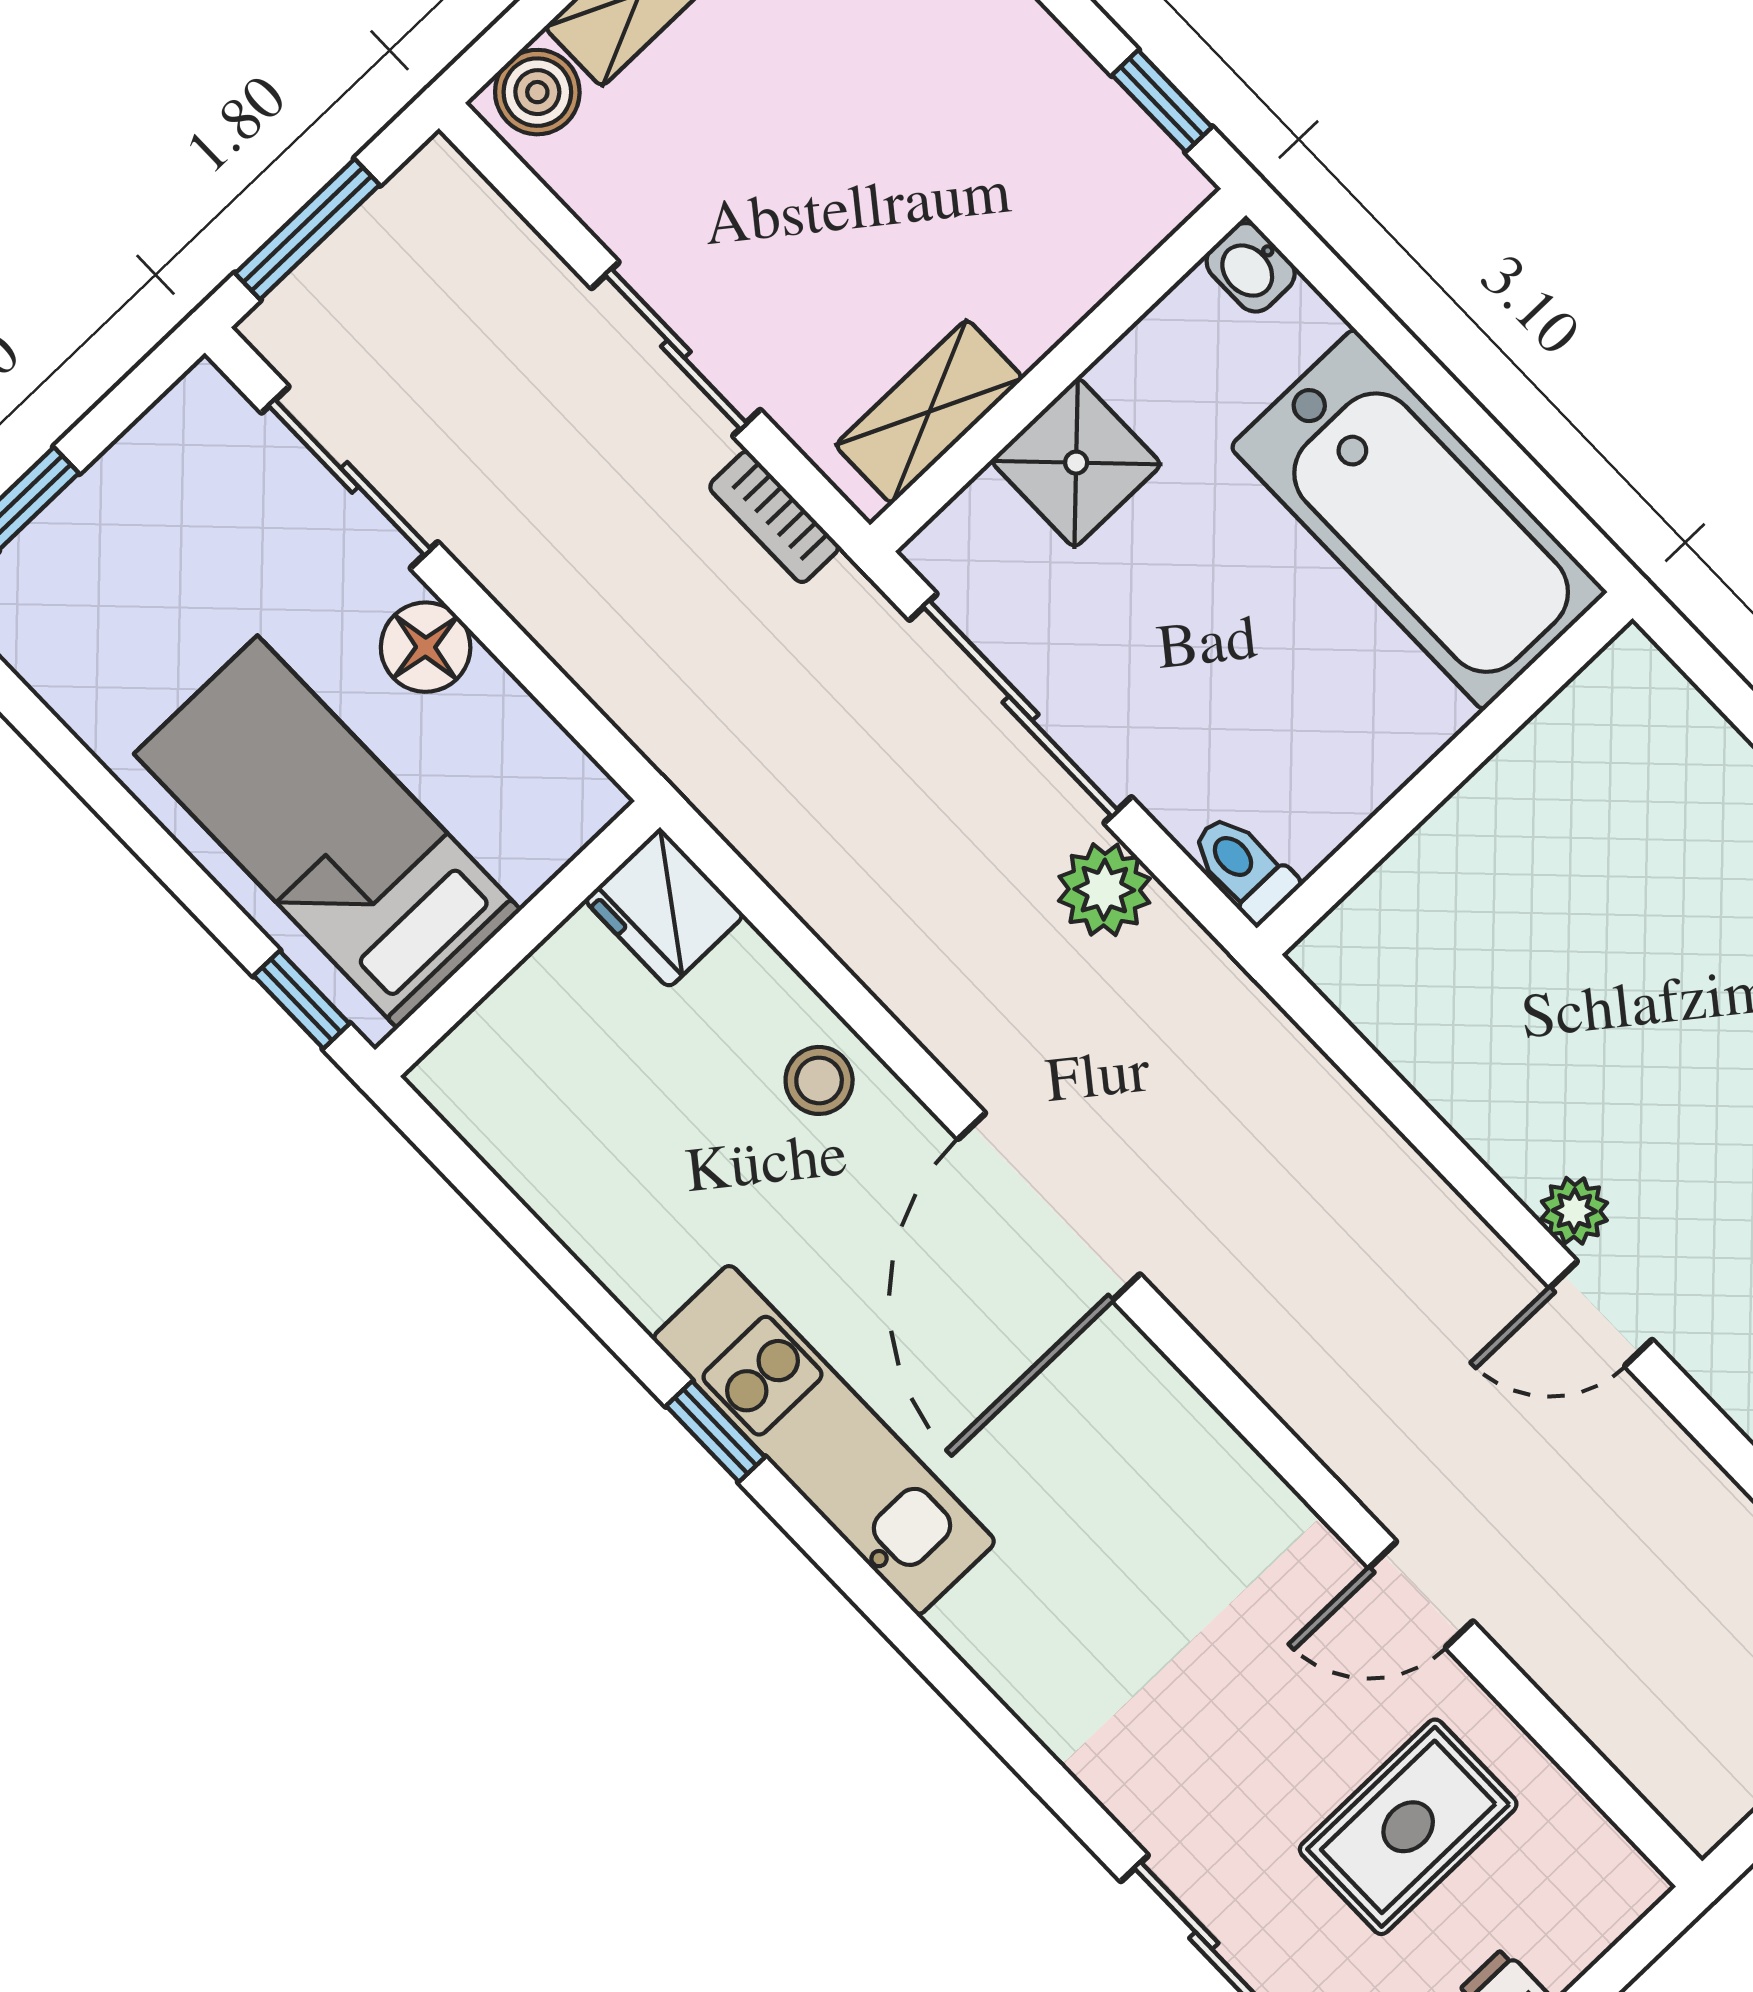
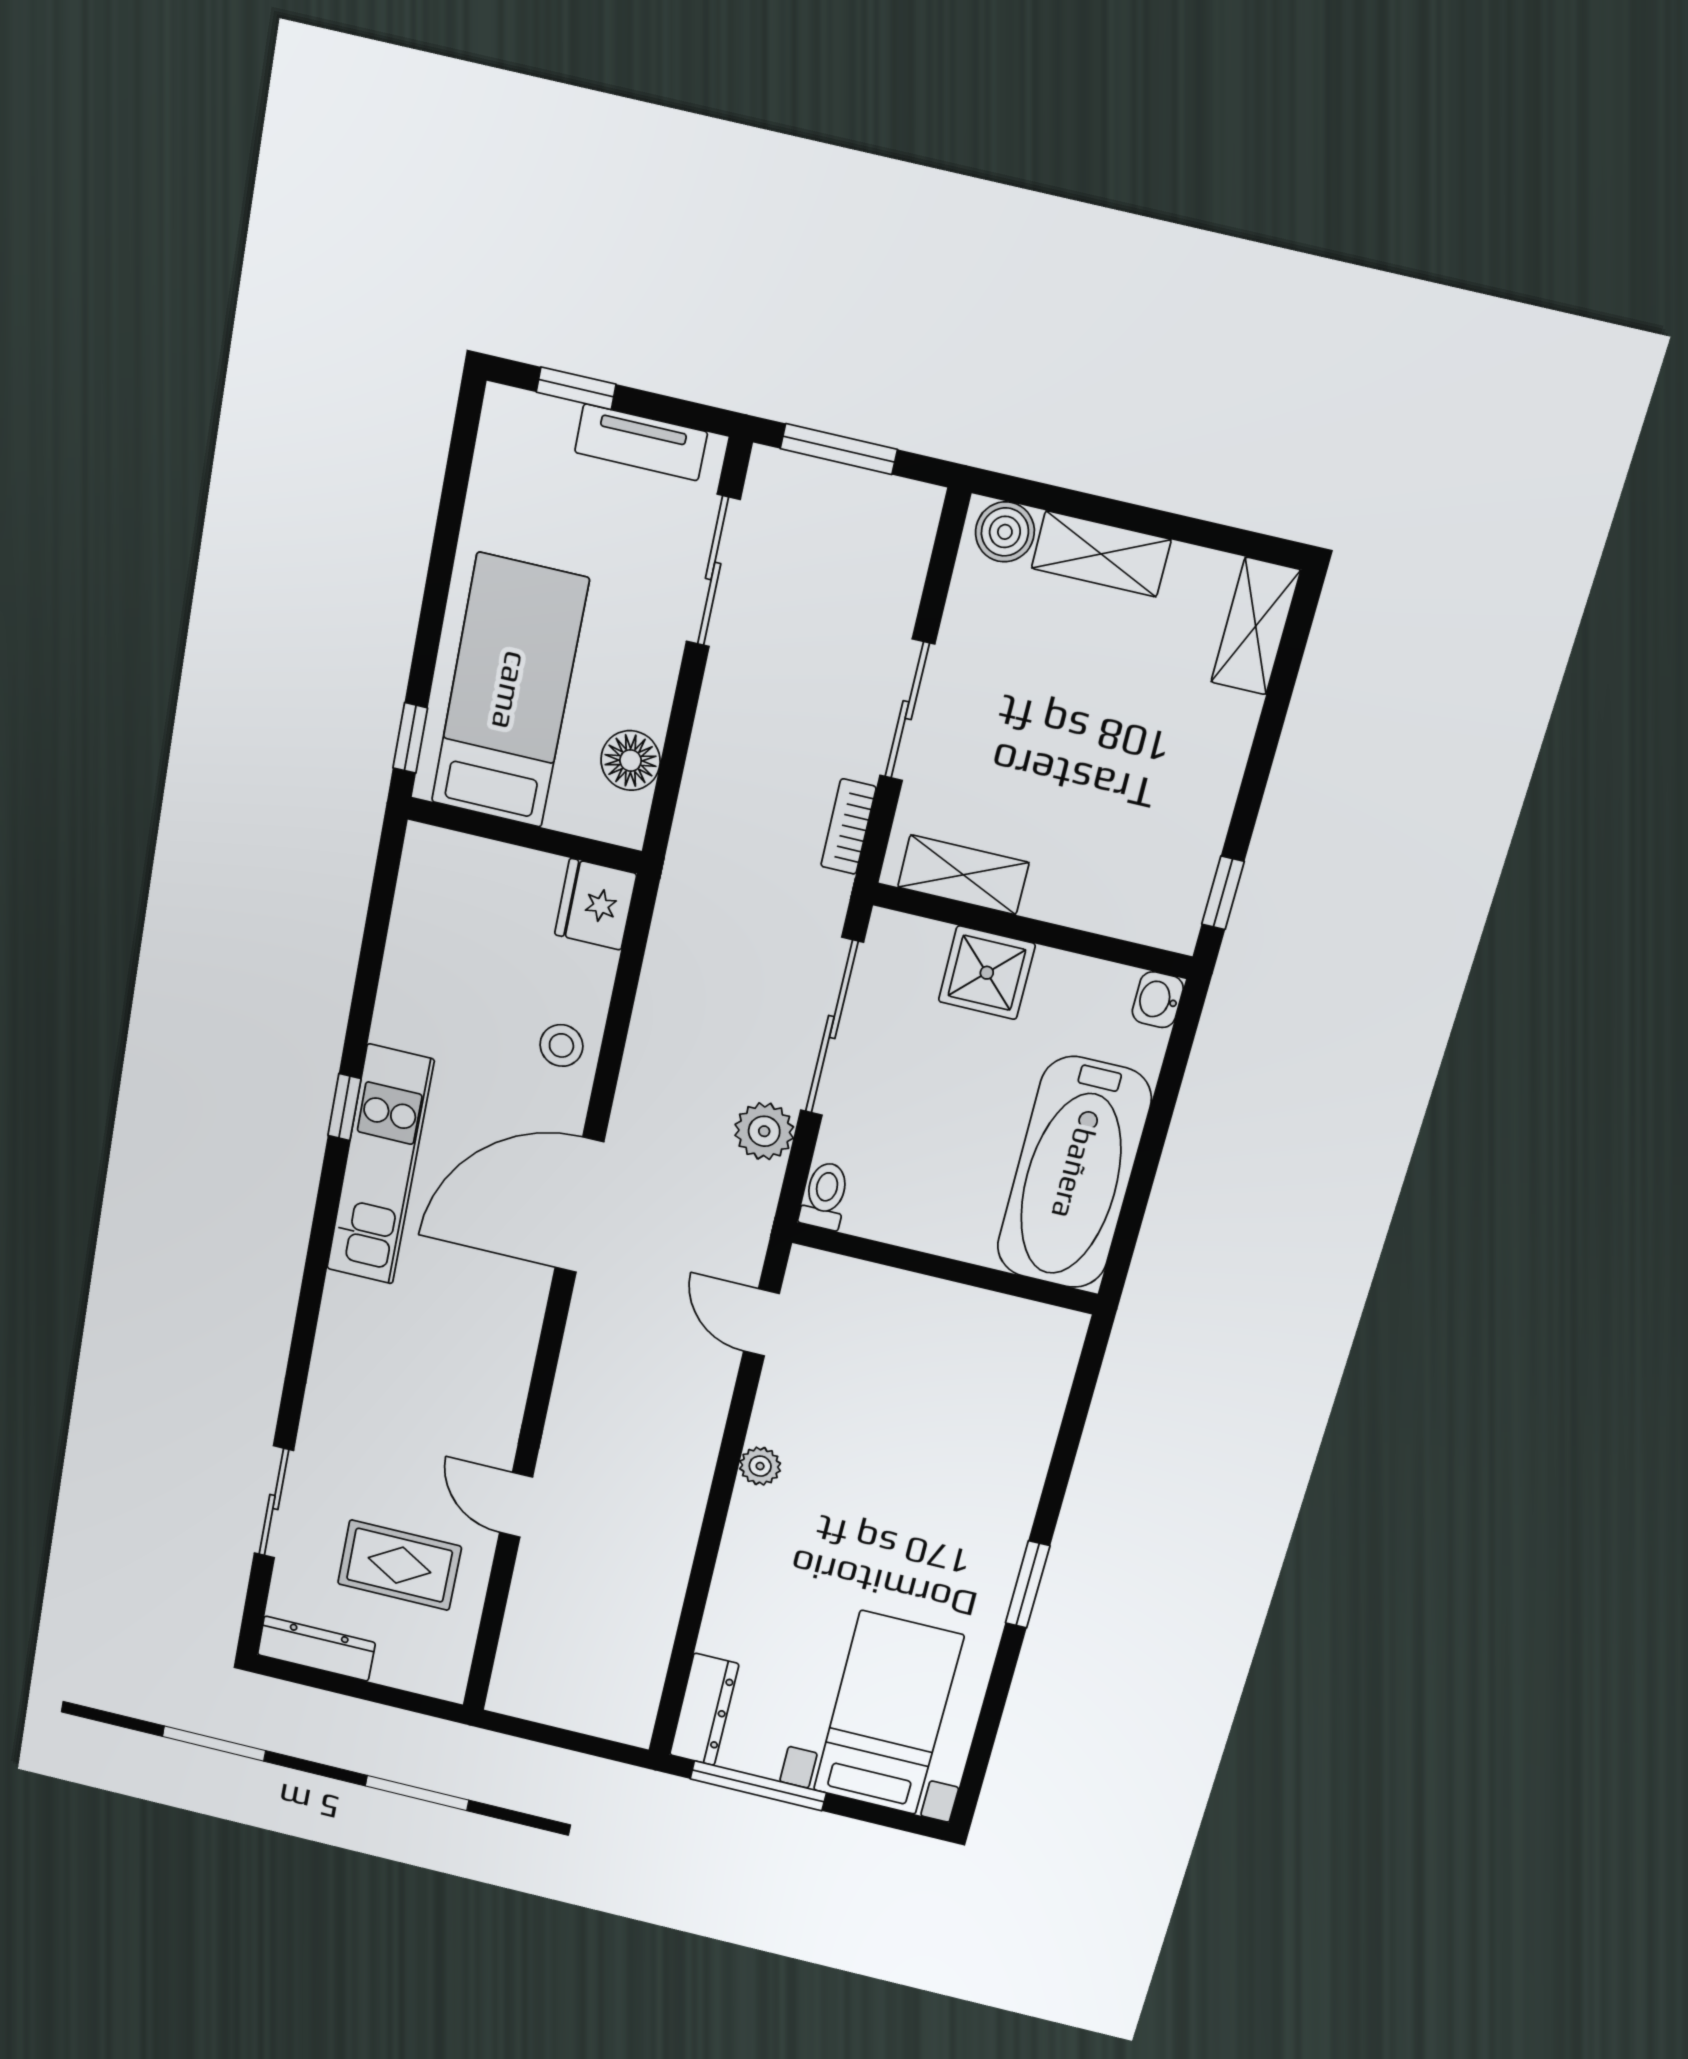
tv unit: (140, 463) -> (641, 442), added
floor lamp: (426, 647) -> (631, 760), moved
door: (1601, 1314) -> (761, 1322), moved

